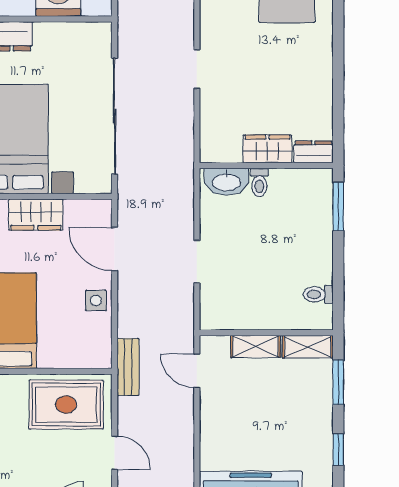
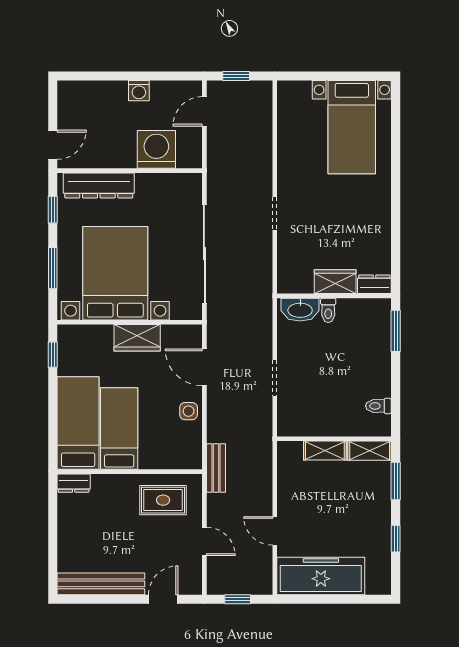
door: (197, 371) -> (275, 531), moved
rug: (66, 405) -> (163, 500), width x0.73, depth x0.70

